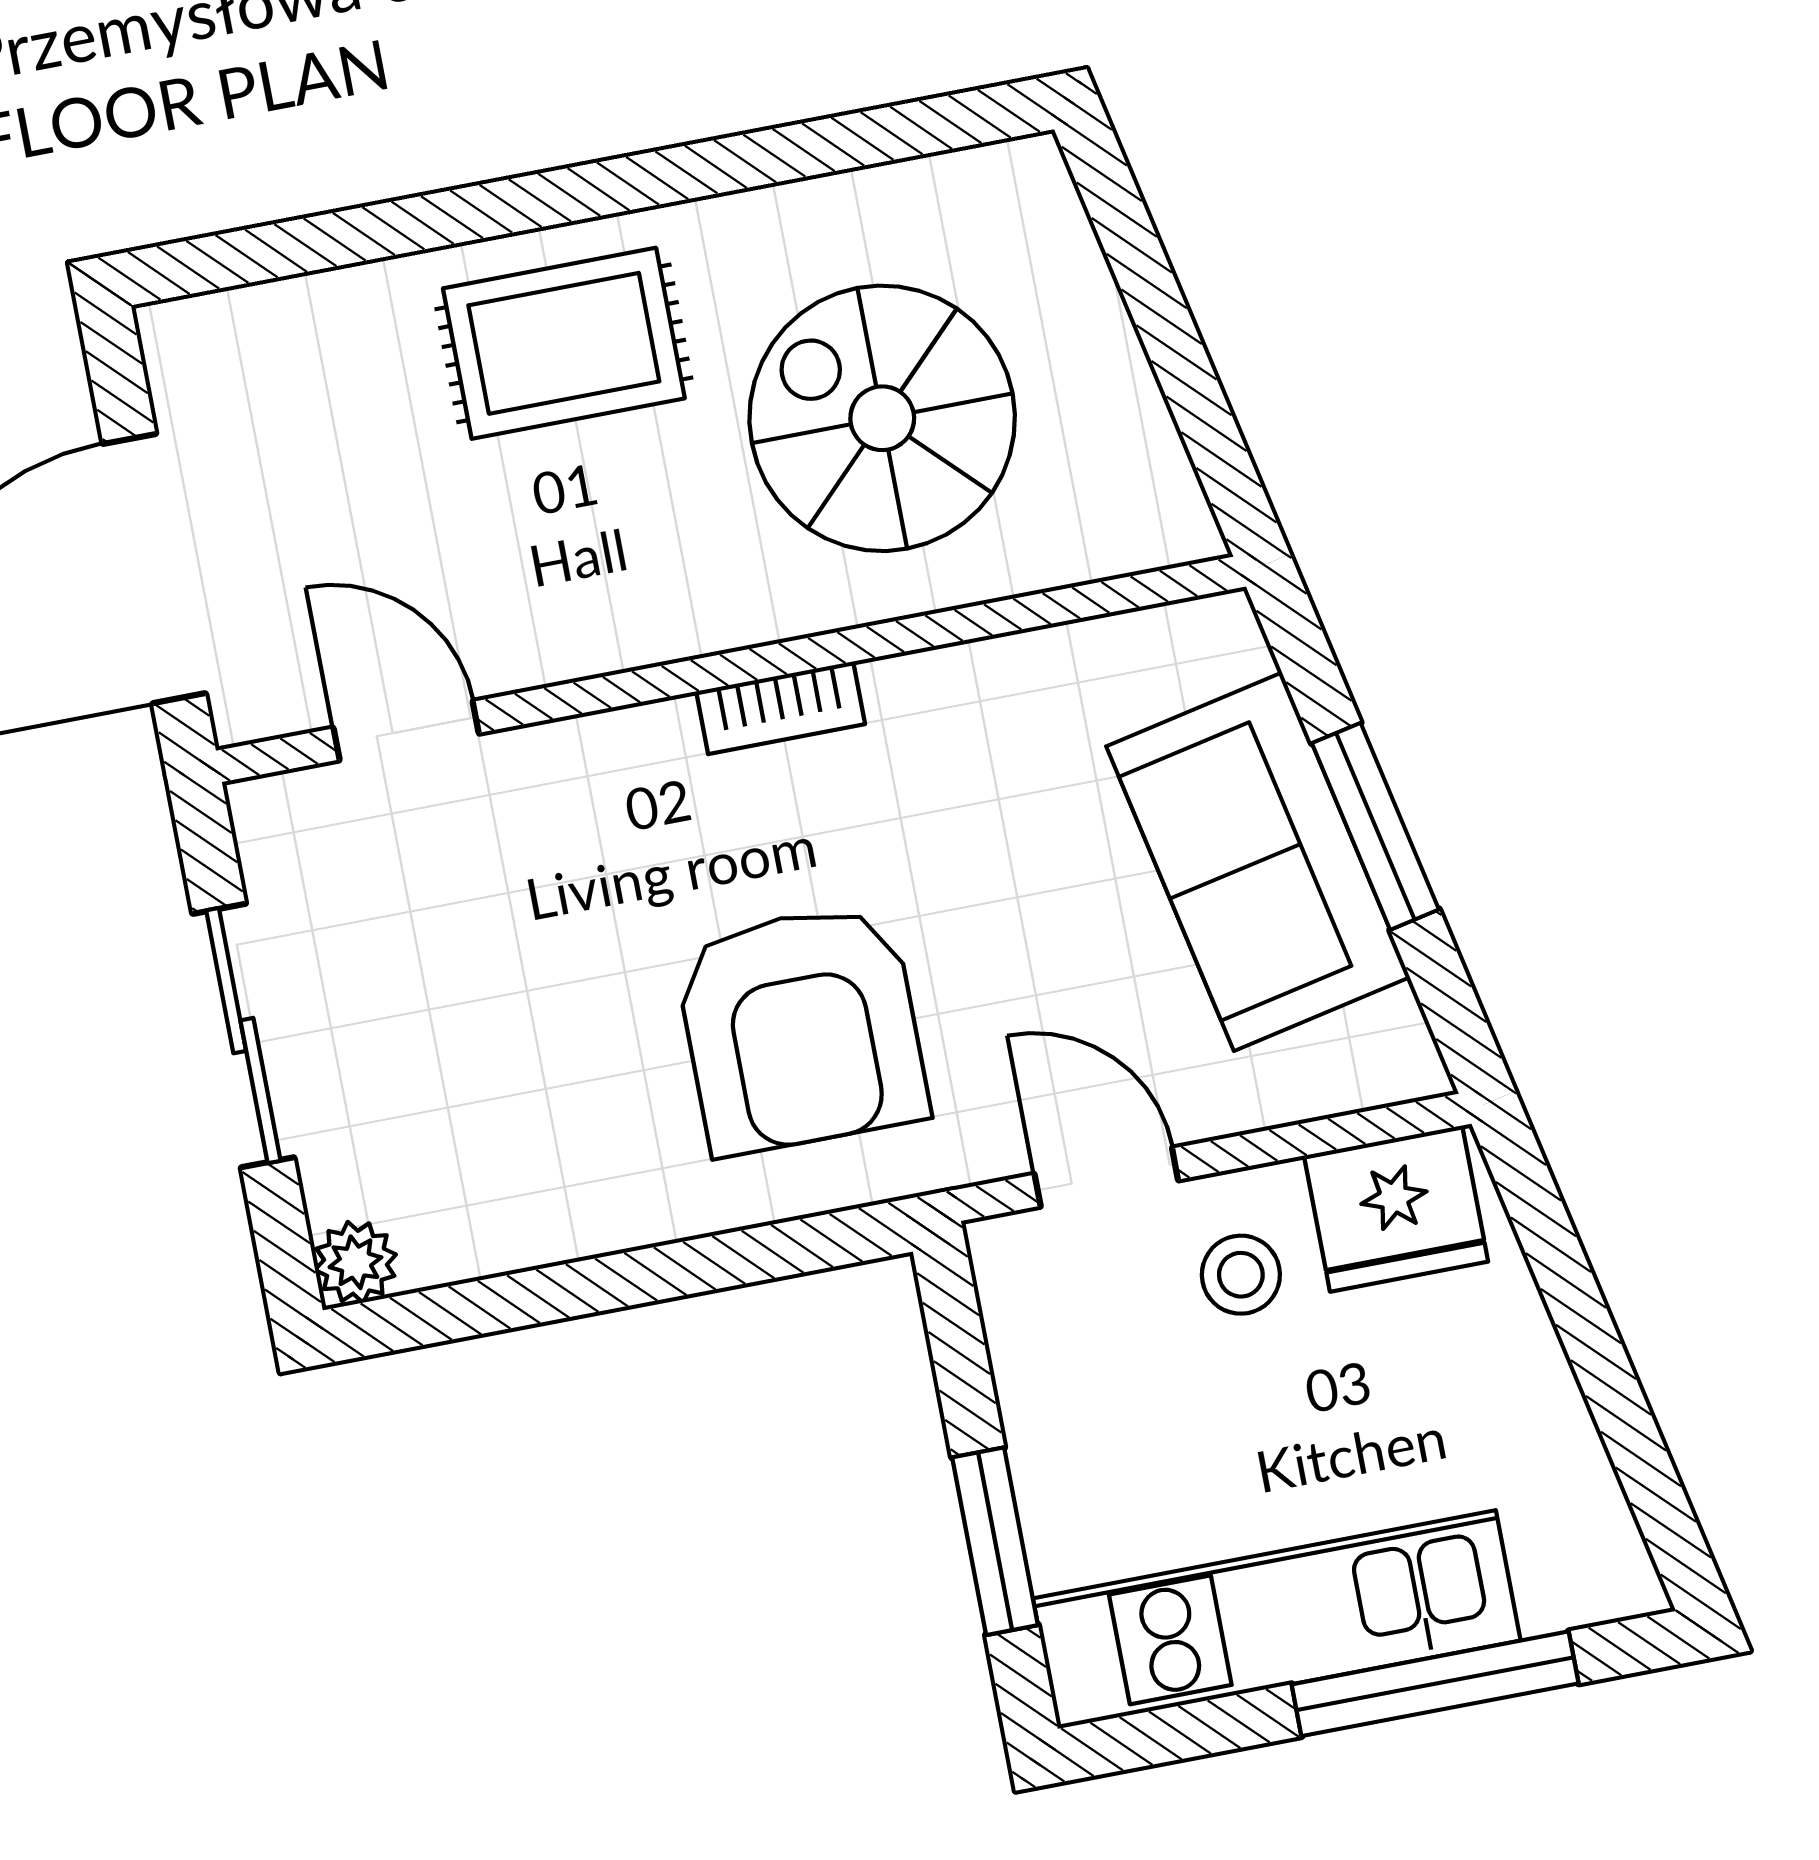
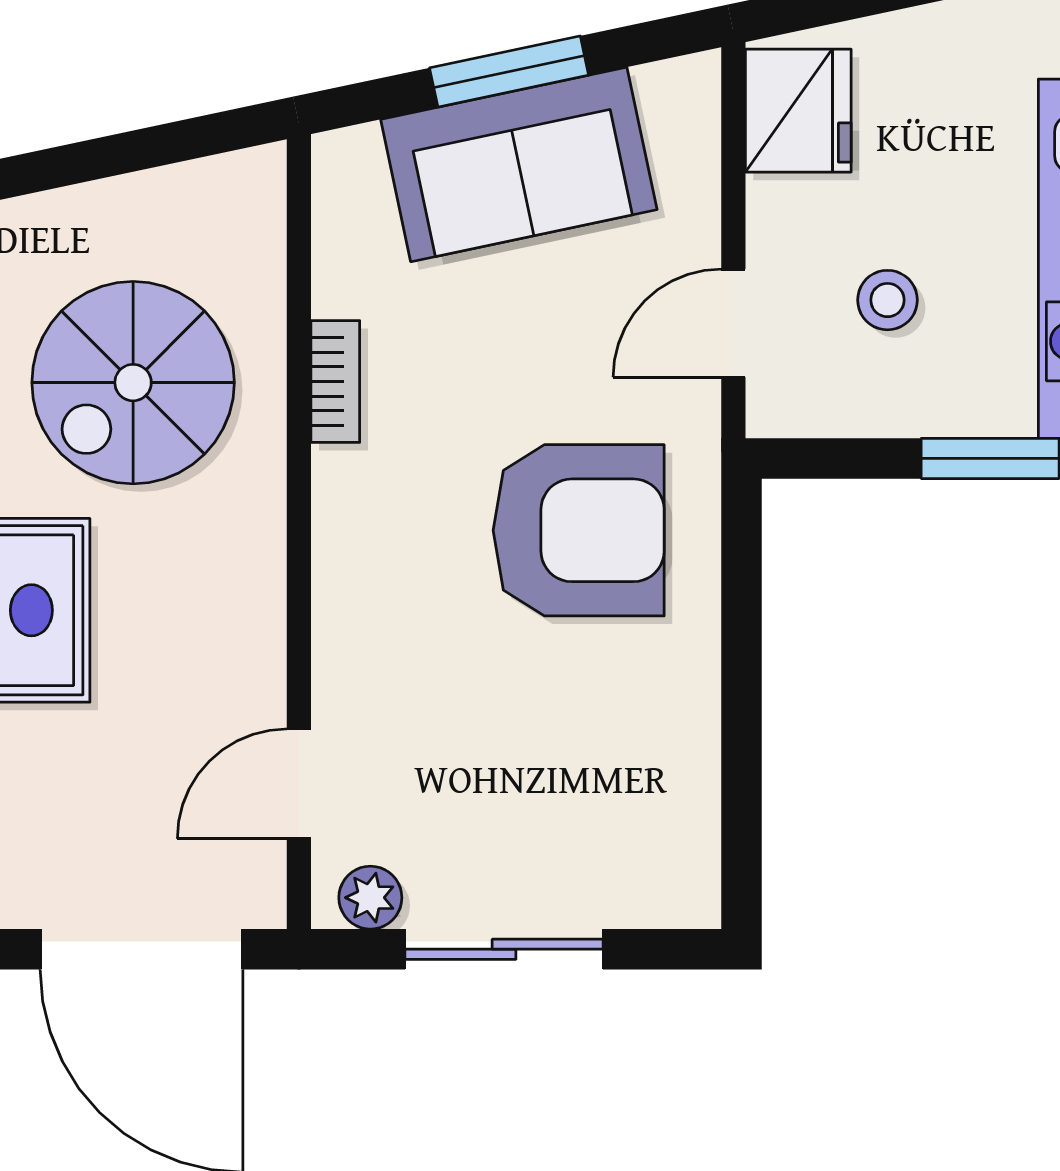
bookcase: (781, 708) -> (335, 381), moved
plant: (355, 1262) -> (370, 898), moved
stool: (1241, 1275) -> (887, 300), moved

